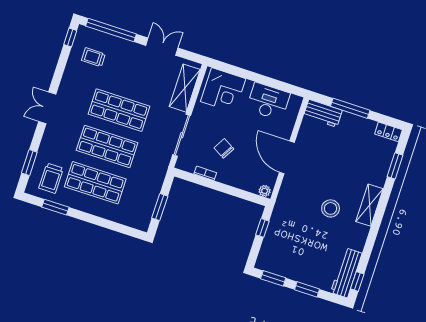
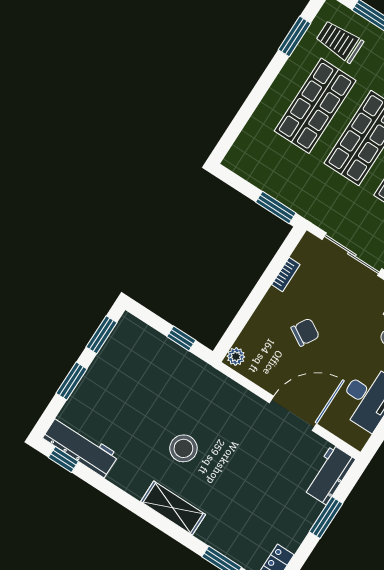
window: (350, 108) -> (326, 518), width x0.69
chair: (224, 148) -> (305, 332), moved
door: (287, 157) -> (293, 413), moved
window: (160, 207) -> (276, 208), moved

